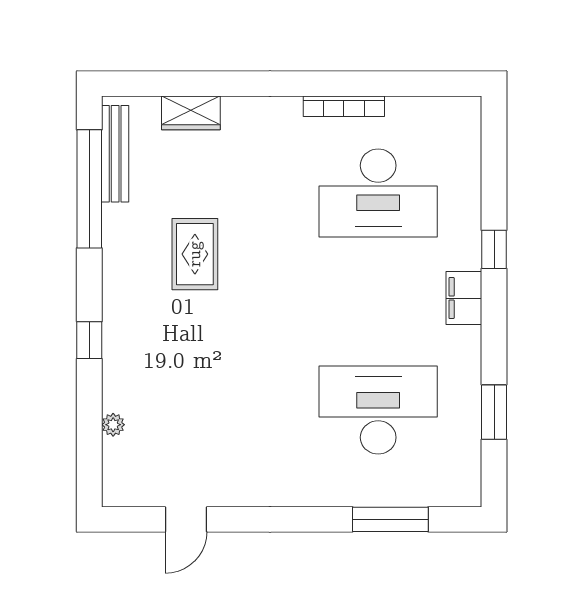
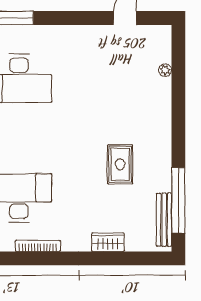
wardrobe: (191, 113) -> (108, 242), moved
window: (89, 340) -> (178, 117), removed

